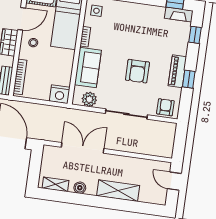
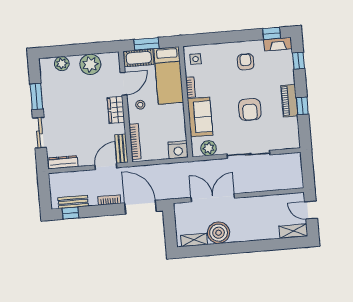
armchair: (165, 107) -> (246, 62), moved
boiler: (80, 188) -> (219, 233), width x1.86, depth x1.86
shelving: (118, 191) -> (293, 231), moved, width x0.67, depth x0.75

